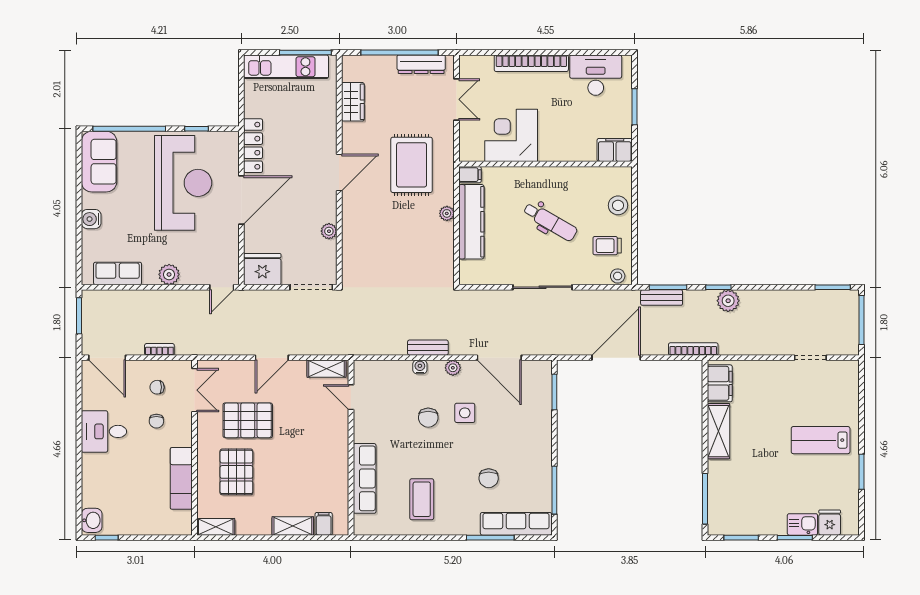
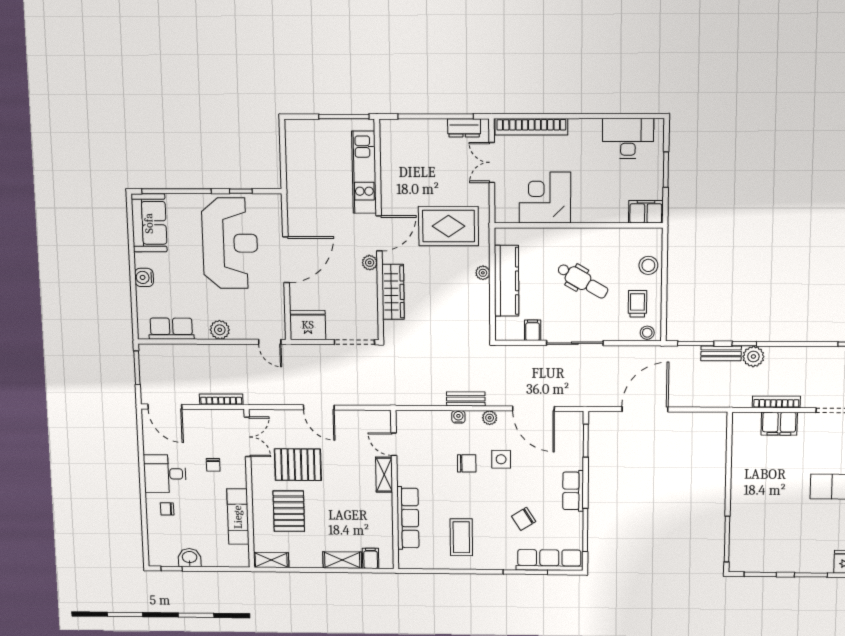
bookcase: (531, 63) -> (531, 127), moved
dresser: (421, 64) -> (464, 128), width x0.70
kitchen unit: (286, 67) -> (364, 172), moved, turned 90
double door: (457, 99) -> (492, 162), swing flipped
wardrobe: (353, 102) -> (393, 292), moved, width x1.50
locker: (253, 146) -> (296, 208), removed
rug: (412, 165) -> (449, 226), turned 90
filing cabinet: (470, 175) -> (533, 330), moved, turned -90
plant: (329, 231) -> (370, 263), moved
trolley: (607, 246) -> (637, 304), turned 90
door: (222, 287) -> (270, 342), hinge flipped
bench: (662, 298) -> (721, 353), moved
bookcase: (159, 349) -> (221, 399), width x1.56
bookcase: (693, 349) -> (776, 402), moved
door: (272, 358) -> (319, 407), hinge flipped
shelving: (327, 369) -> (384, 475), moved, turned 90
filing cabinet: (720, 383) -> (779, 424), moved, turned 90
chair: (157, 387) -> (167, 509), moved
chair: (428, 418) -> (467, 463), turned -90
shelving: (718, 431) -> (741, 478), removed
row of seats: (541, 447) -> (573, 491), added
chair: (489, 478) -> (524, 519), turned 58
washbasin: (92, 520) -> (190, 558), moved, turned -90
kitchen sink: (802, 524) -> (818, 563), removed

